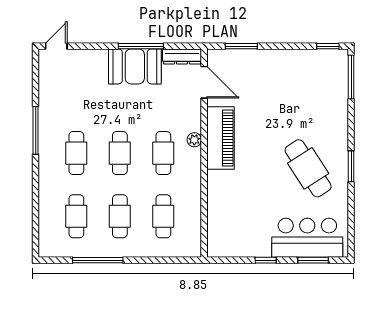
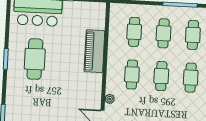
piano: (220, 138) -> (94, 51), moved
plant: (194, 140) -> (110, 99), moved
cafe table: (308, 168) -> (35, 59), turned 33

